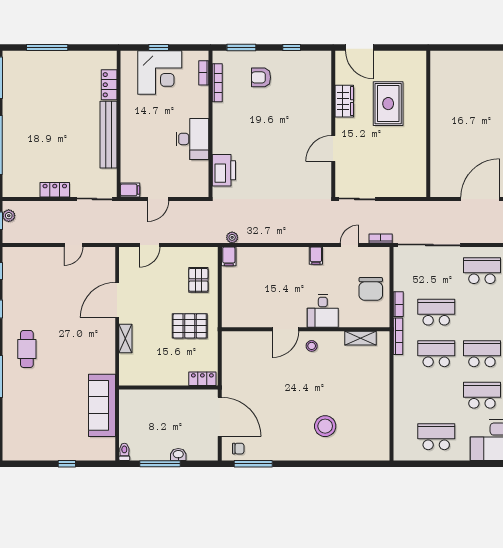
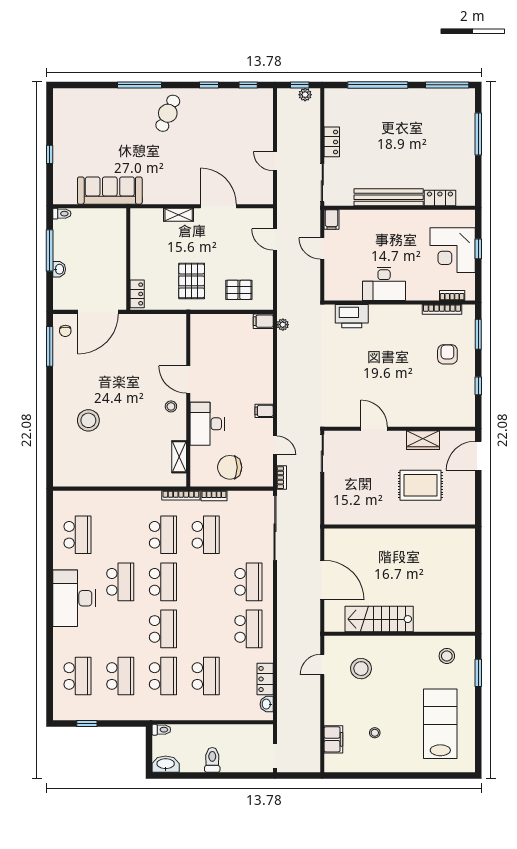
desk: (323, 311) -> (207, 424), width x1.37
cafe table: (27, 349) -> (168, 113), turned -66

